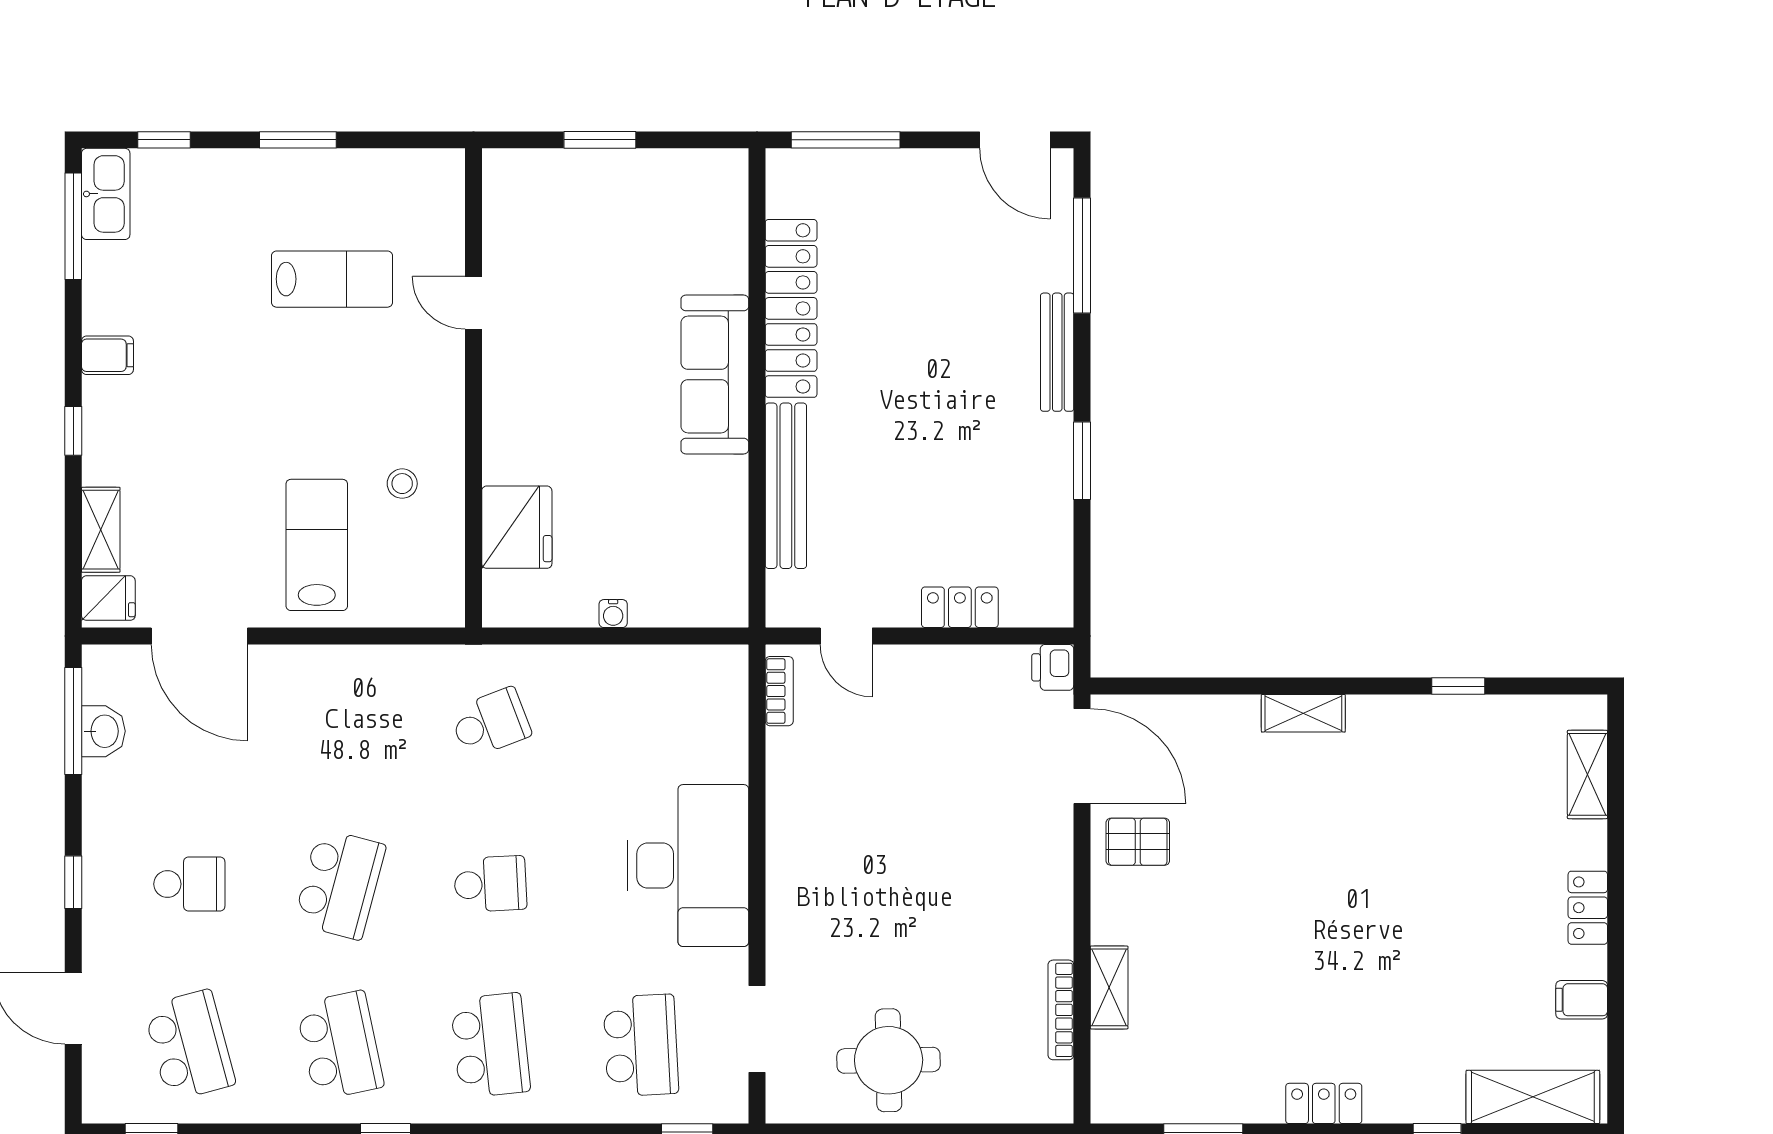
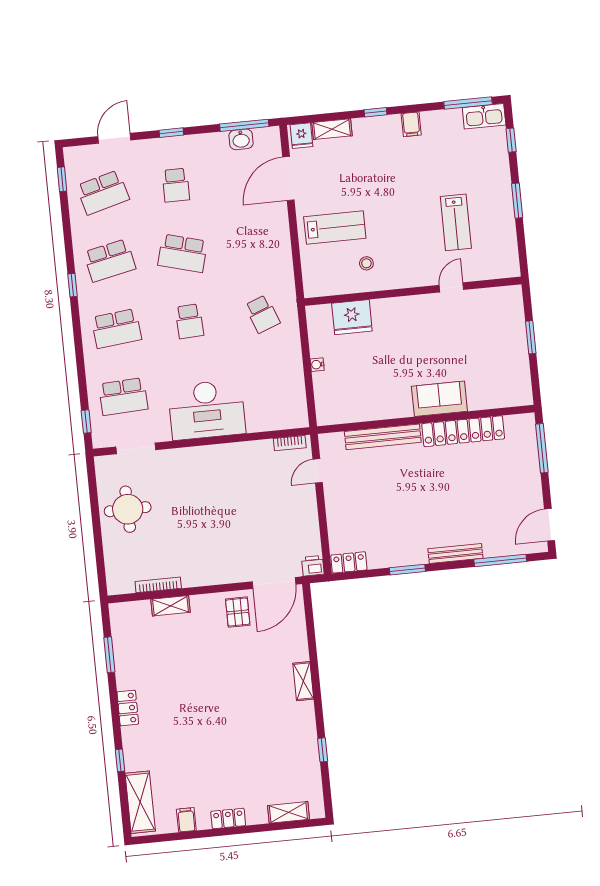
sofa: (715, 374) -> (439, 399), width x0.73
locker: (960, 607) -> (349, 562), moved, turned -90

